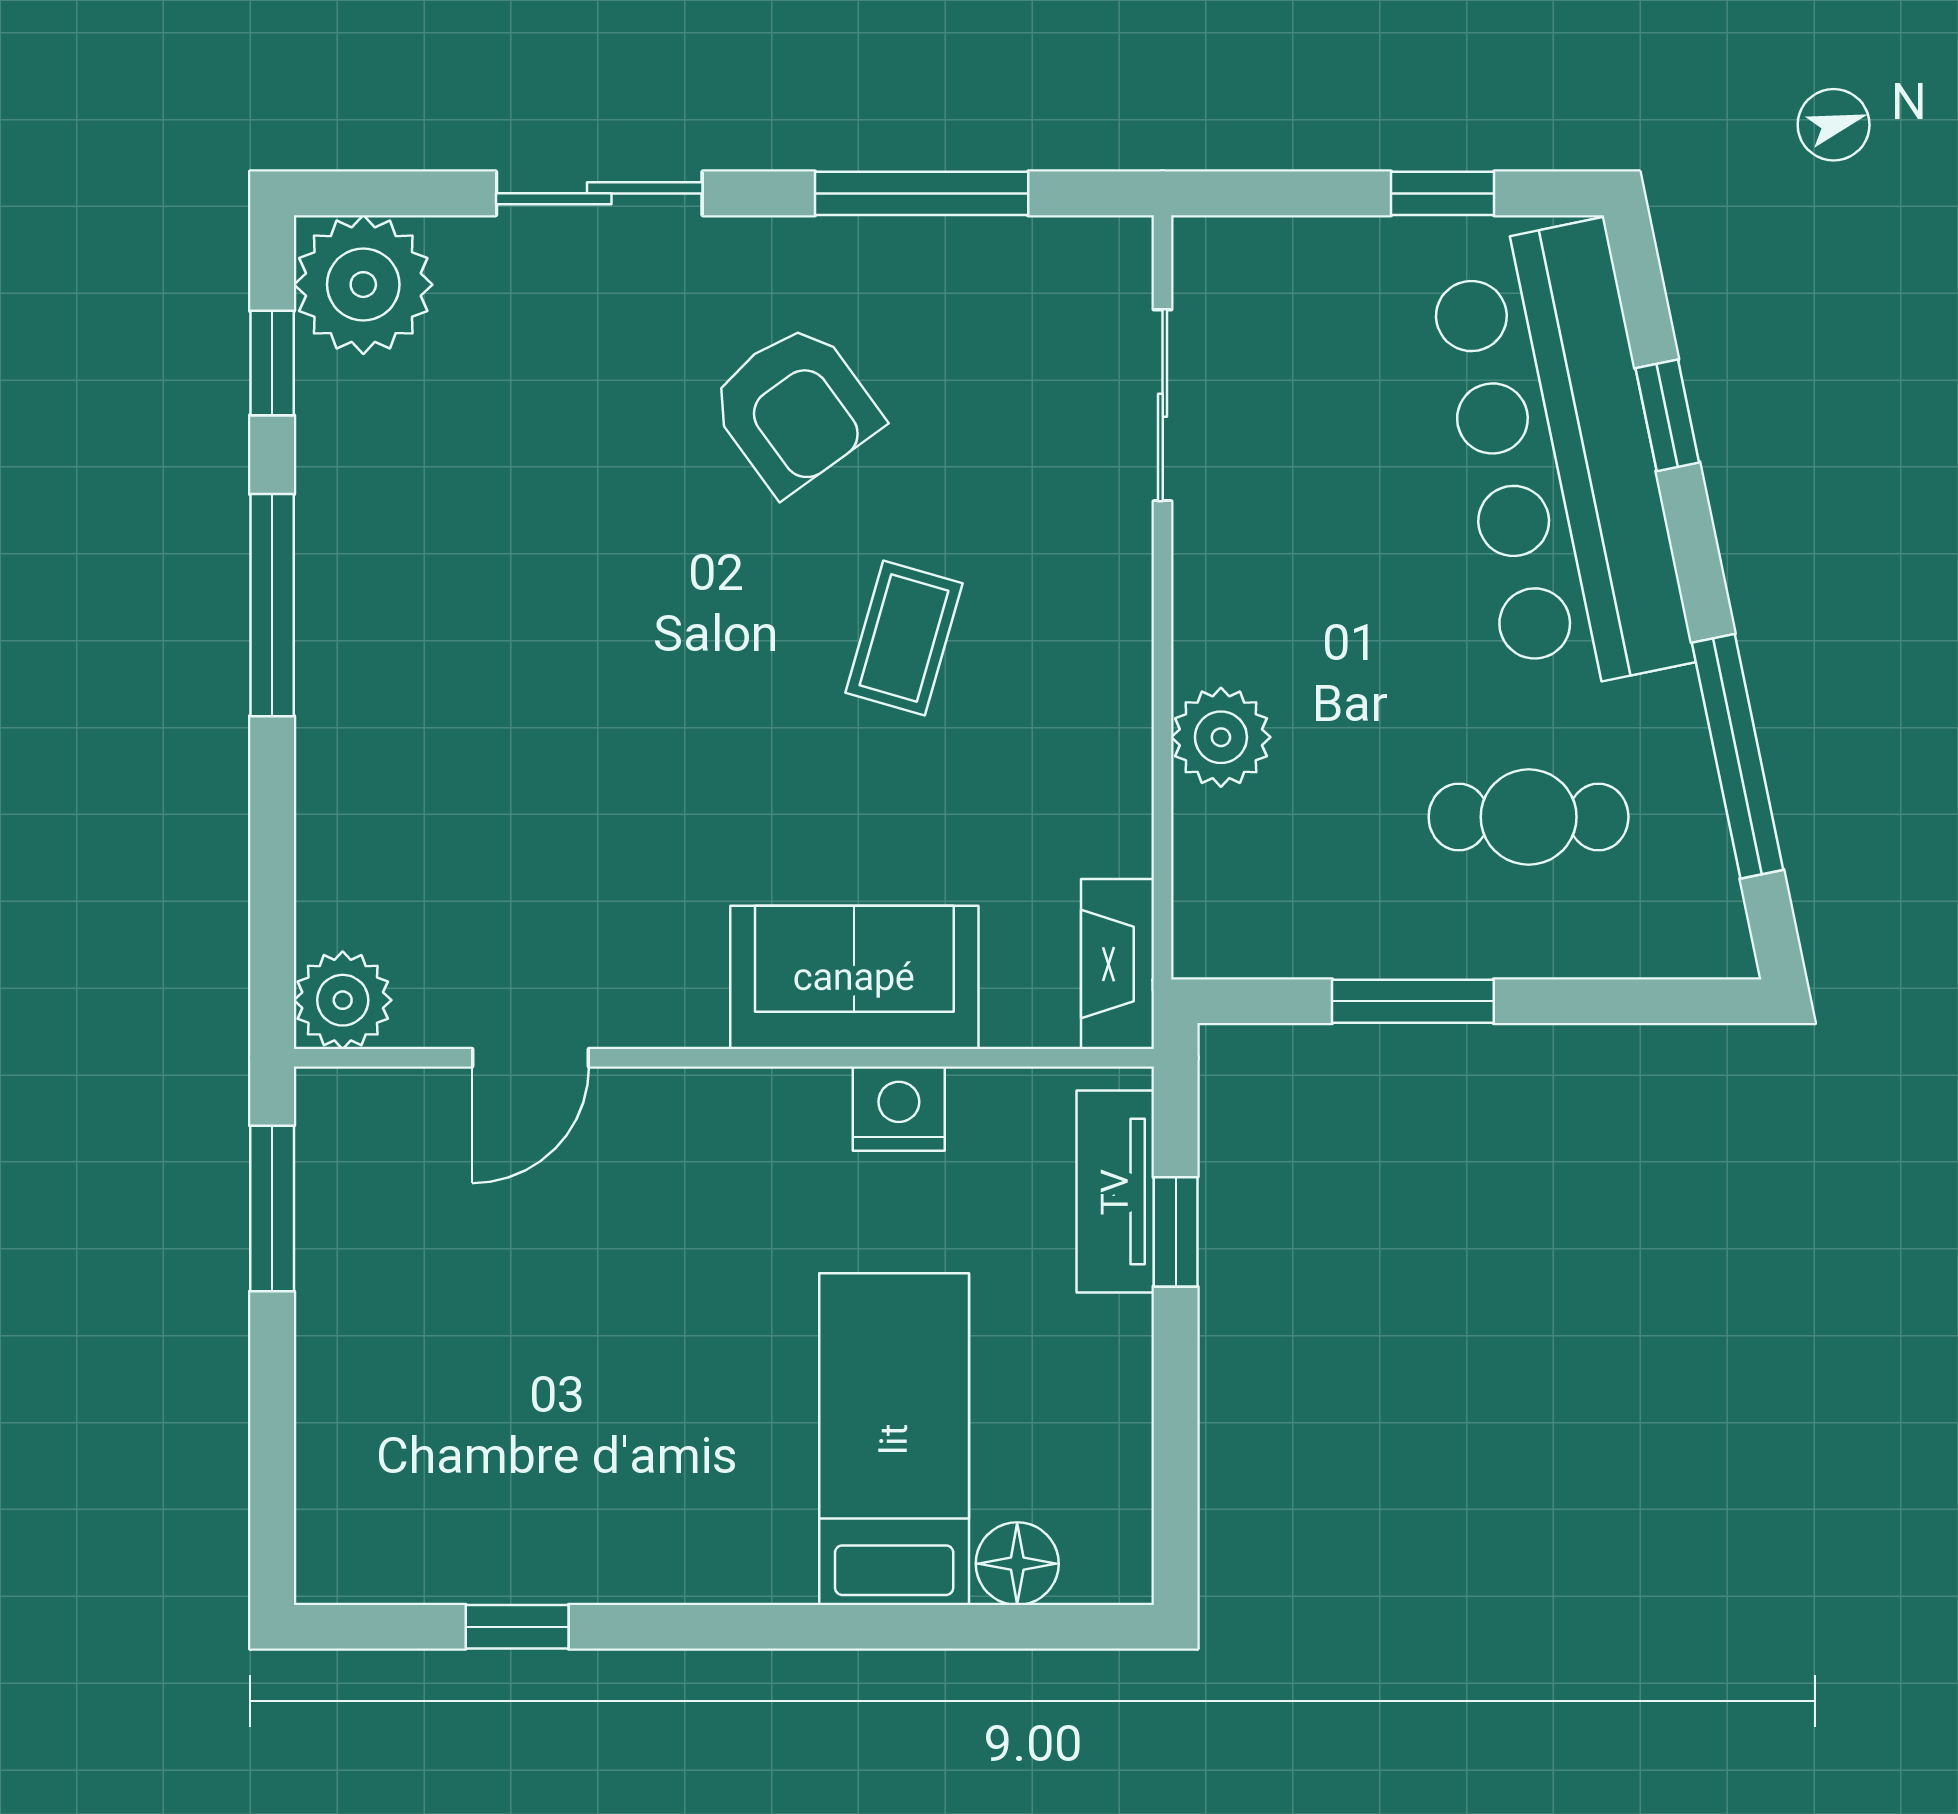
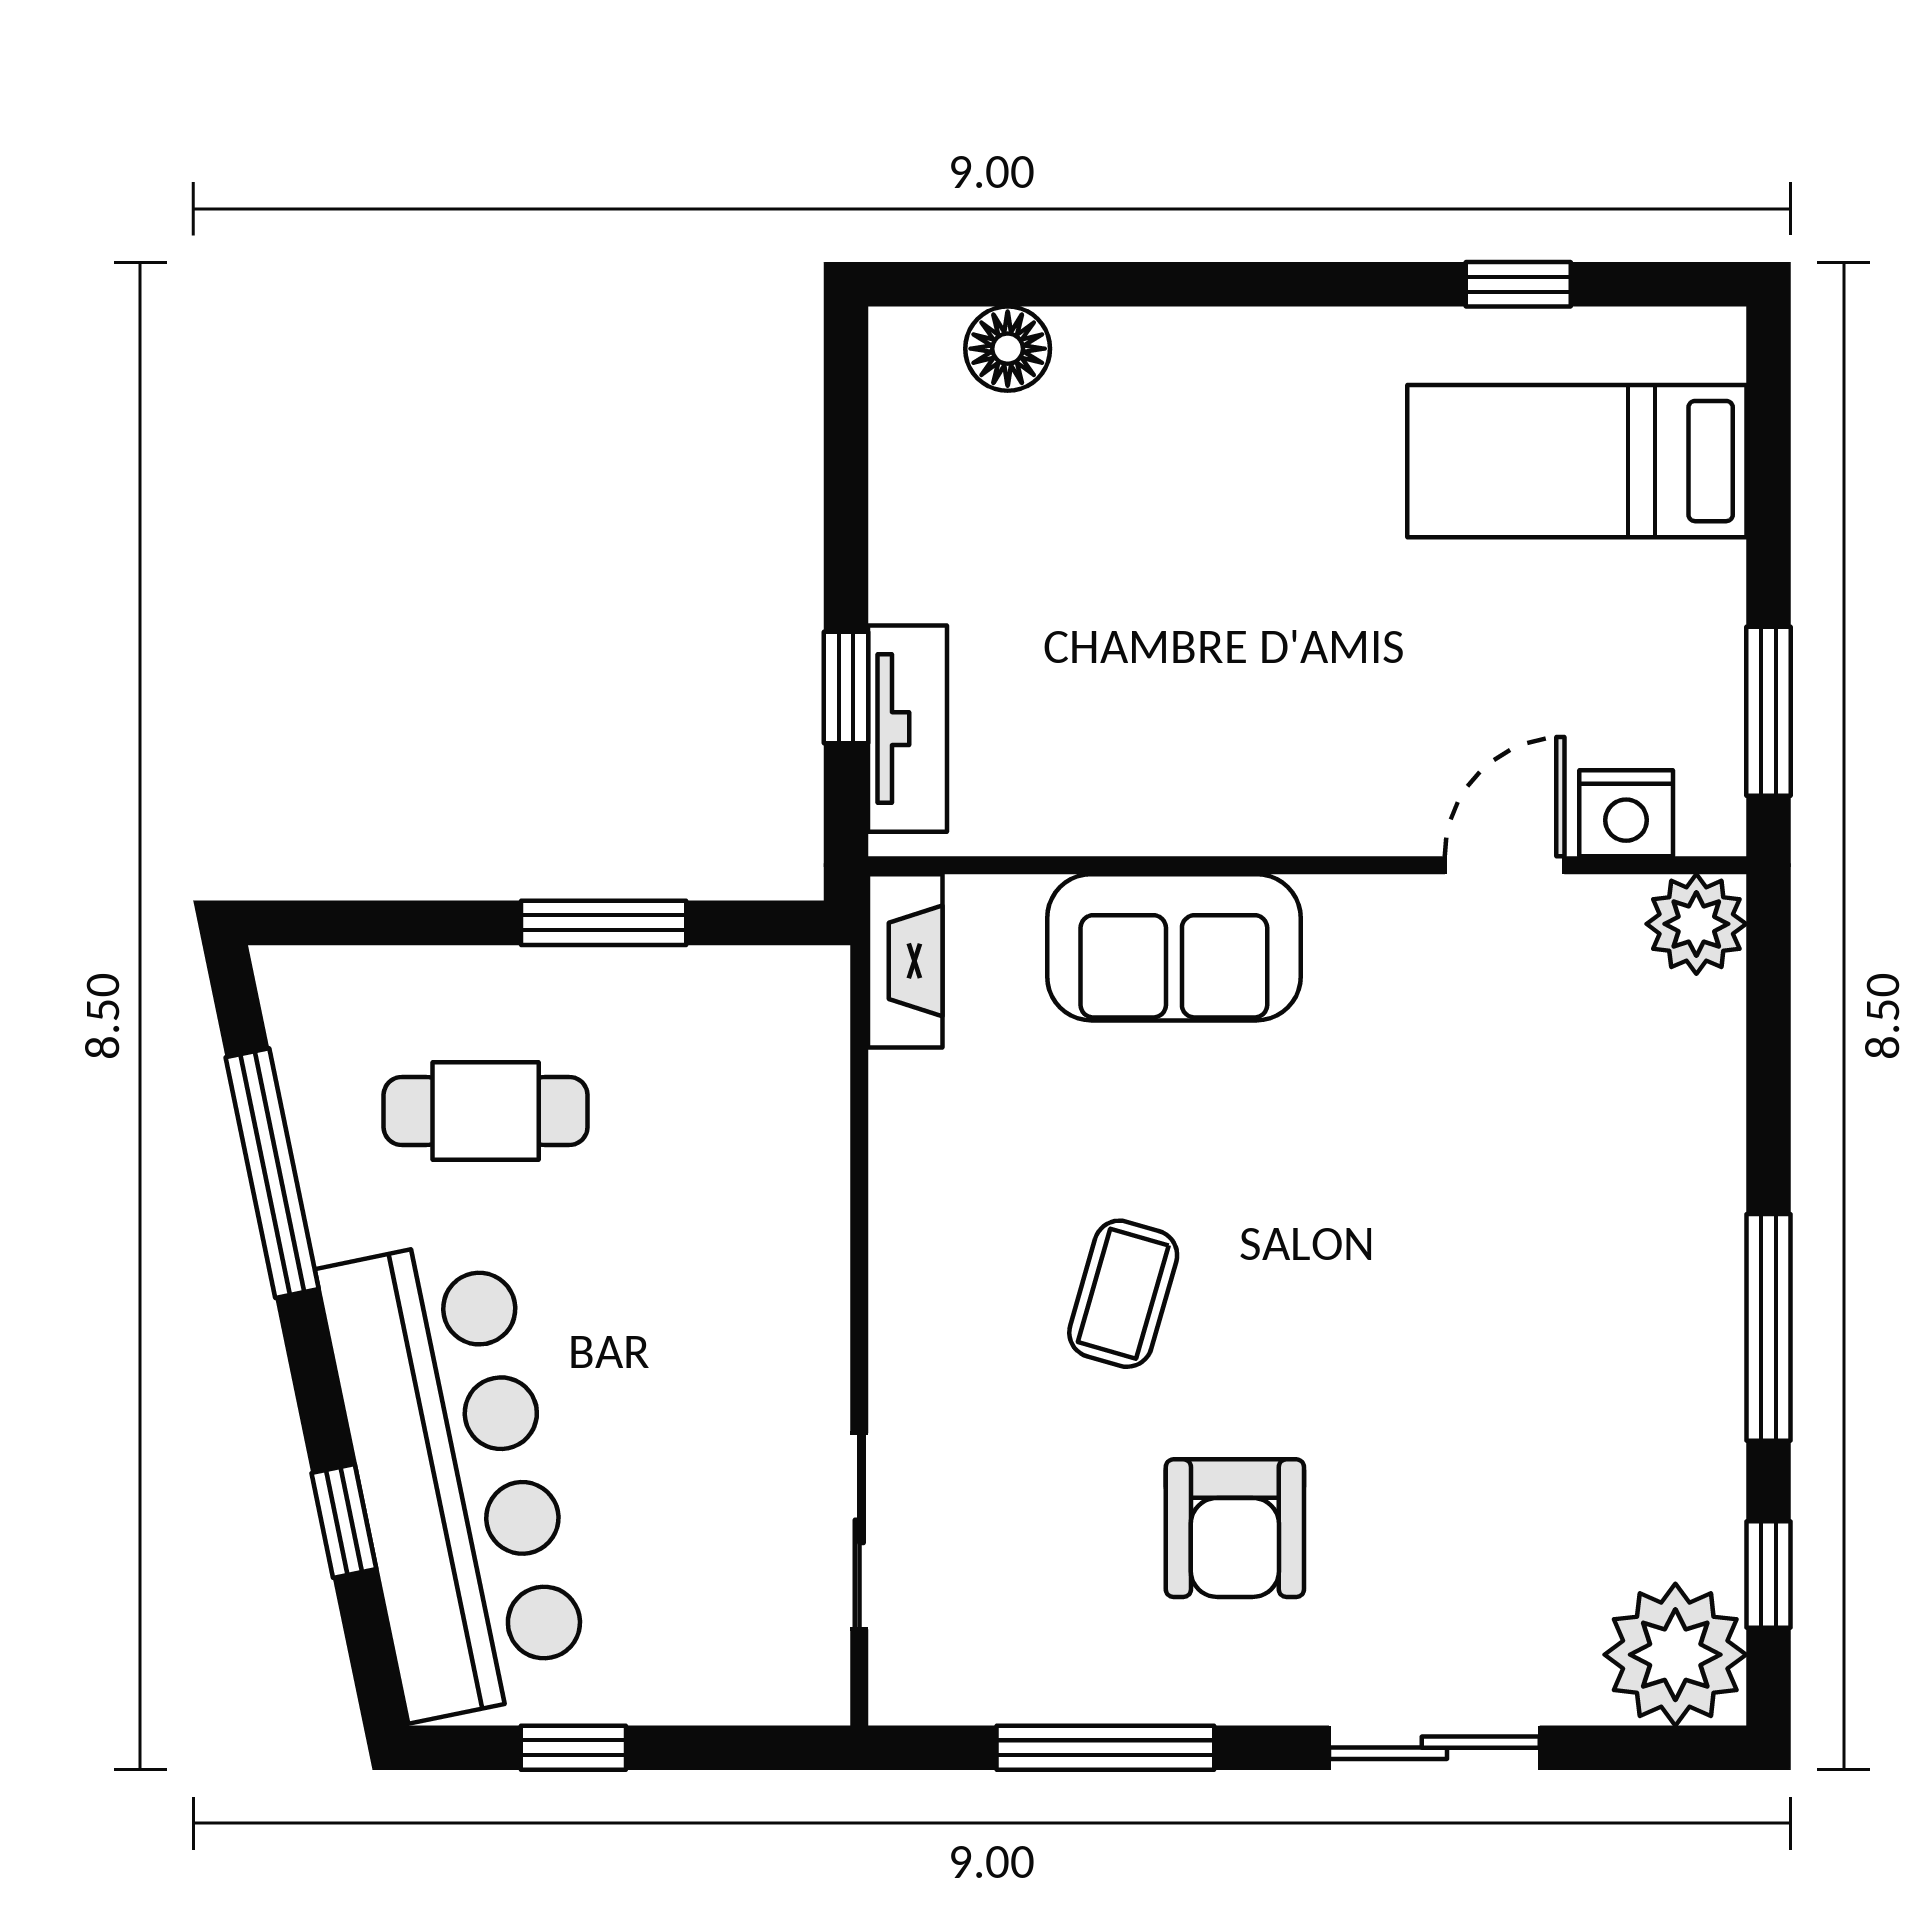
armchair: (795, 408) -> (1235, 1528), turned -144
plant: (1221, 737) -> (800, 1192), removed
nightstand: (899, 1109) -> (1626, 813), moved
bed: (894, 1439) -> (1577, 461), moved, turned 90

